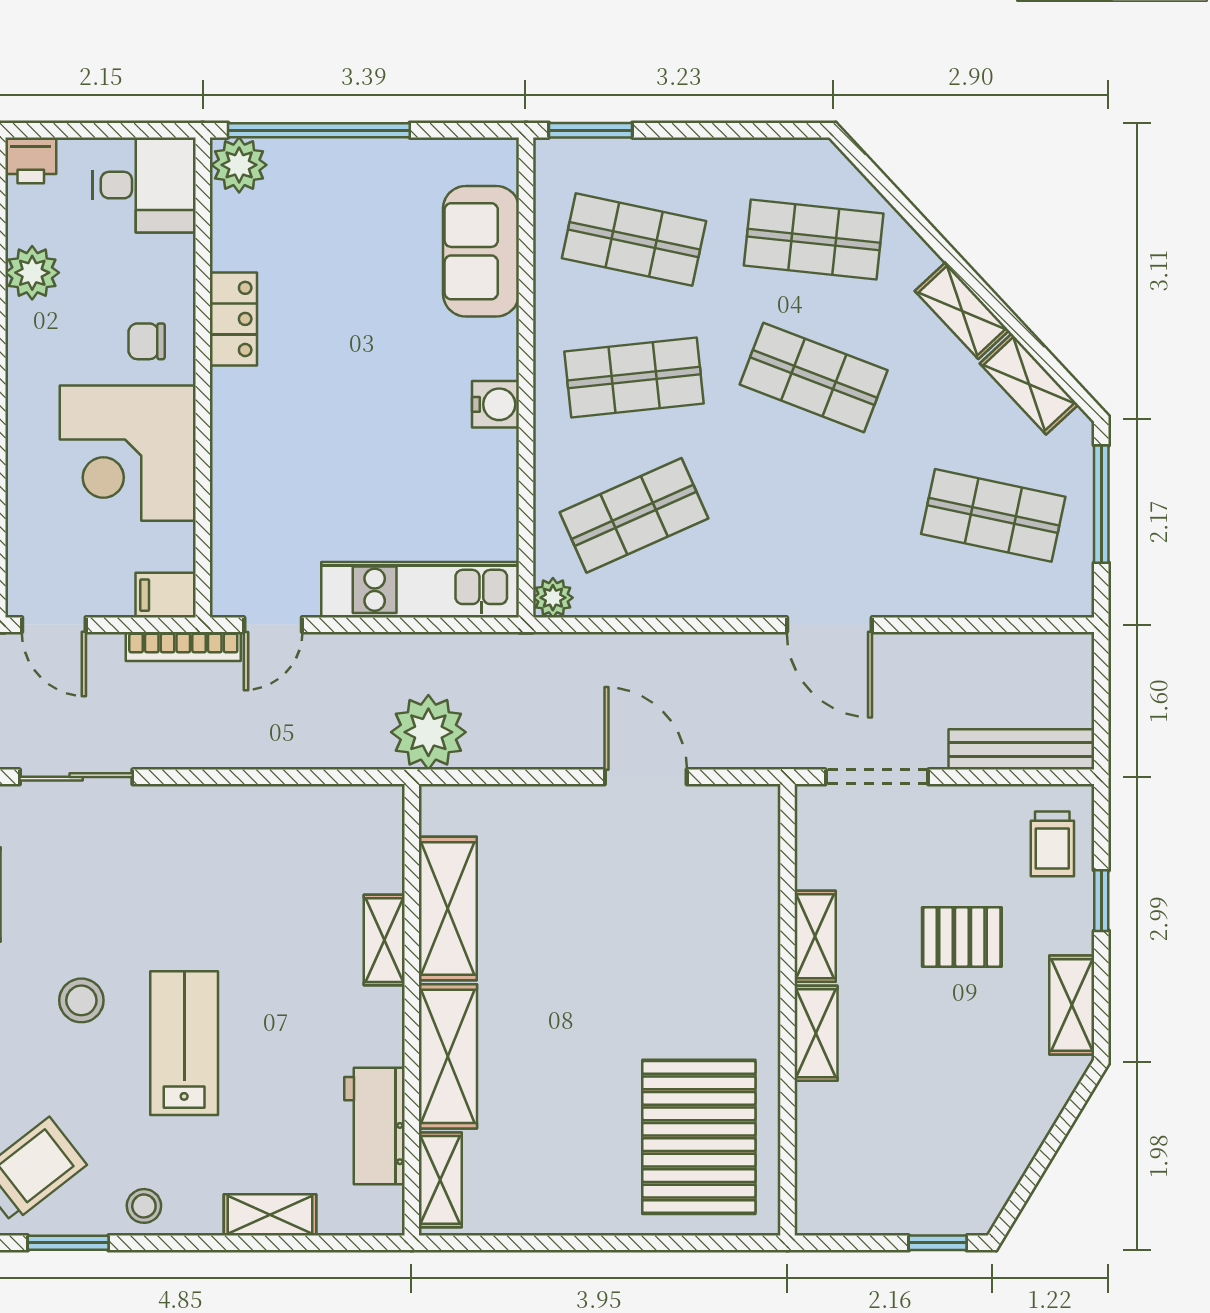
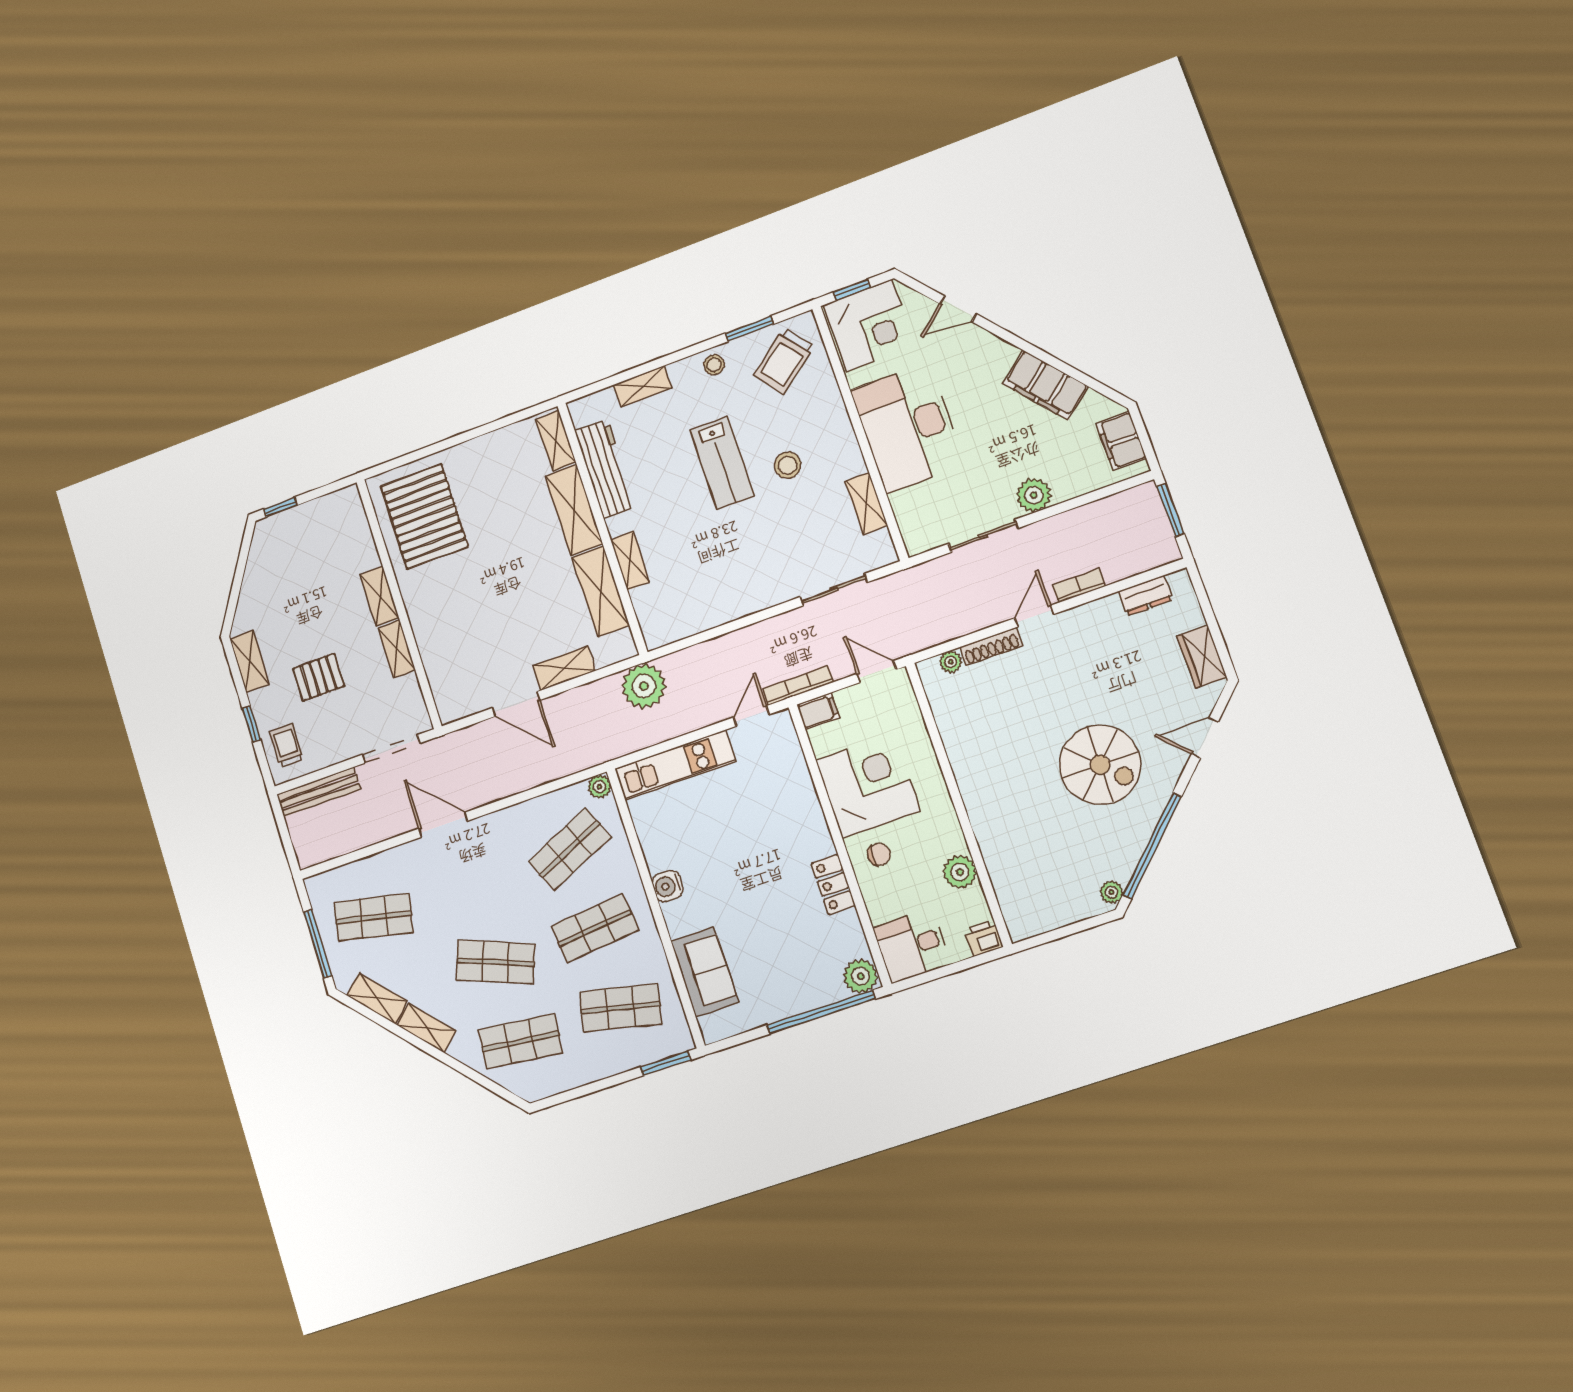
shelving: (548, 806) -> (564, 668), added
workbench: (375, 1126) -> (605, 469), width x1.38

